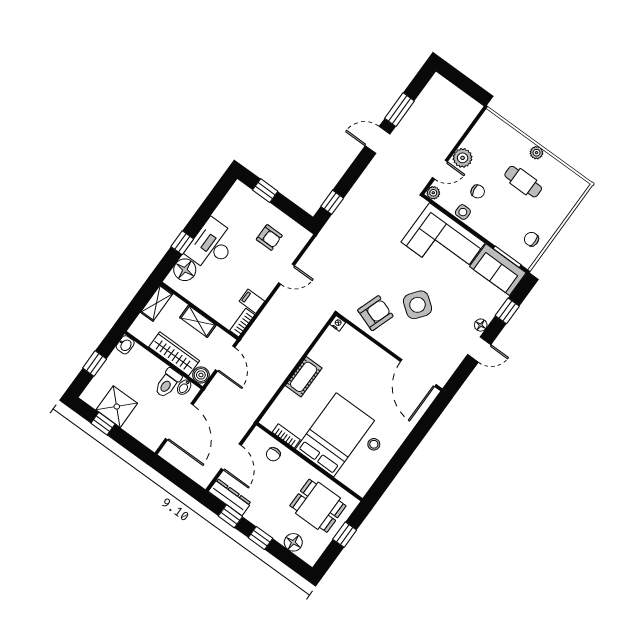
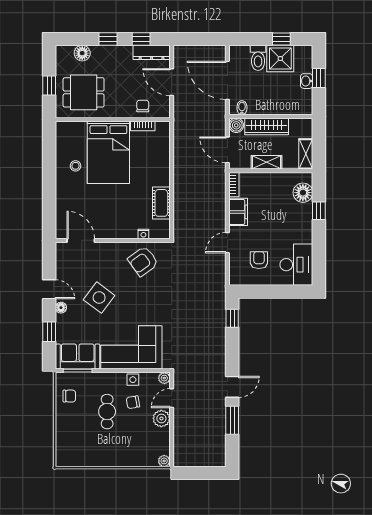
plant: (537, 153) -> (164, 461), moved
cafe table: (523, 182) -> (107, 412), moved, turned 90
window: (265, 191) -> (286, 292), removed
armchair: (269, 237) -> (259, 260), turned 90
desk: (212, 245) -> (296, 265), moved
filing cabinet: (252, 301) -> (238, 212), width x2.00
side table: (418, 305) -> (99, 298), moved
armchair: (375, 313) -> (143, 261), turned 35
nightstand: (338, 323) -> (143, 234), moved
washbasin: (125, 345) -> (307, 81), moved
door: (479, 349) -> (49, 289), swing flipped
door: (418, 373) -> (81, 240), width x0.73
cot: (304, 377) -> (161, 203), moved
toilet: (168, 383) -> (258, 58), moved, turned 180

